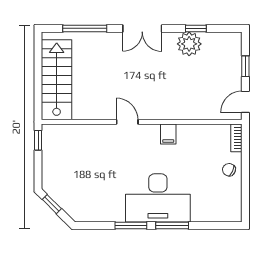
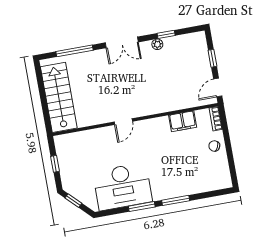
plant: (189, 44) -> (157, 44), width x0.53, depth x0.53
door: (127, 122) -> (123, 122), swing flipped
filing cabinet: (168, 134) -> (183, 121), moved, width x2.00
window: (38, 140) -> (55, 164), moved
desk: (158, 198) -> (123, 187), moved

